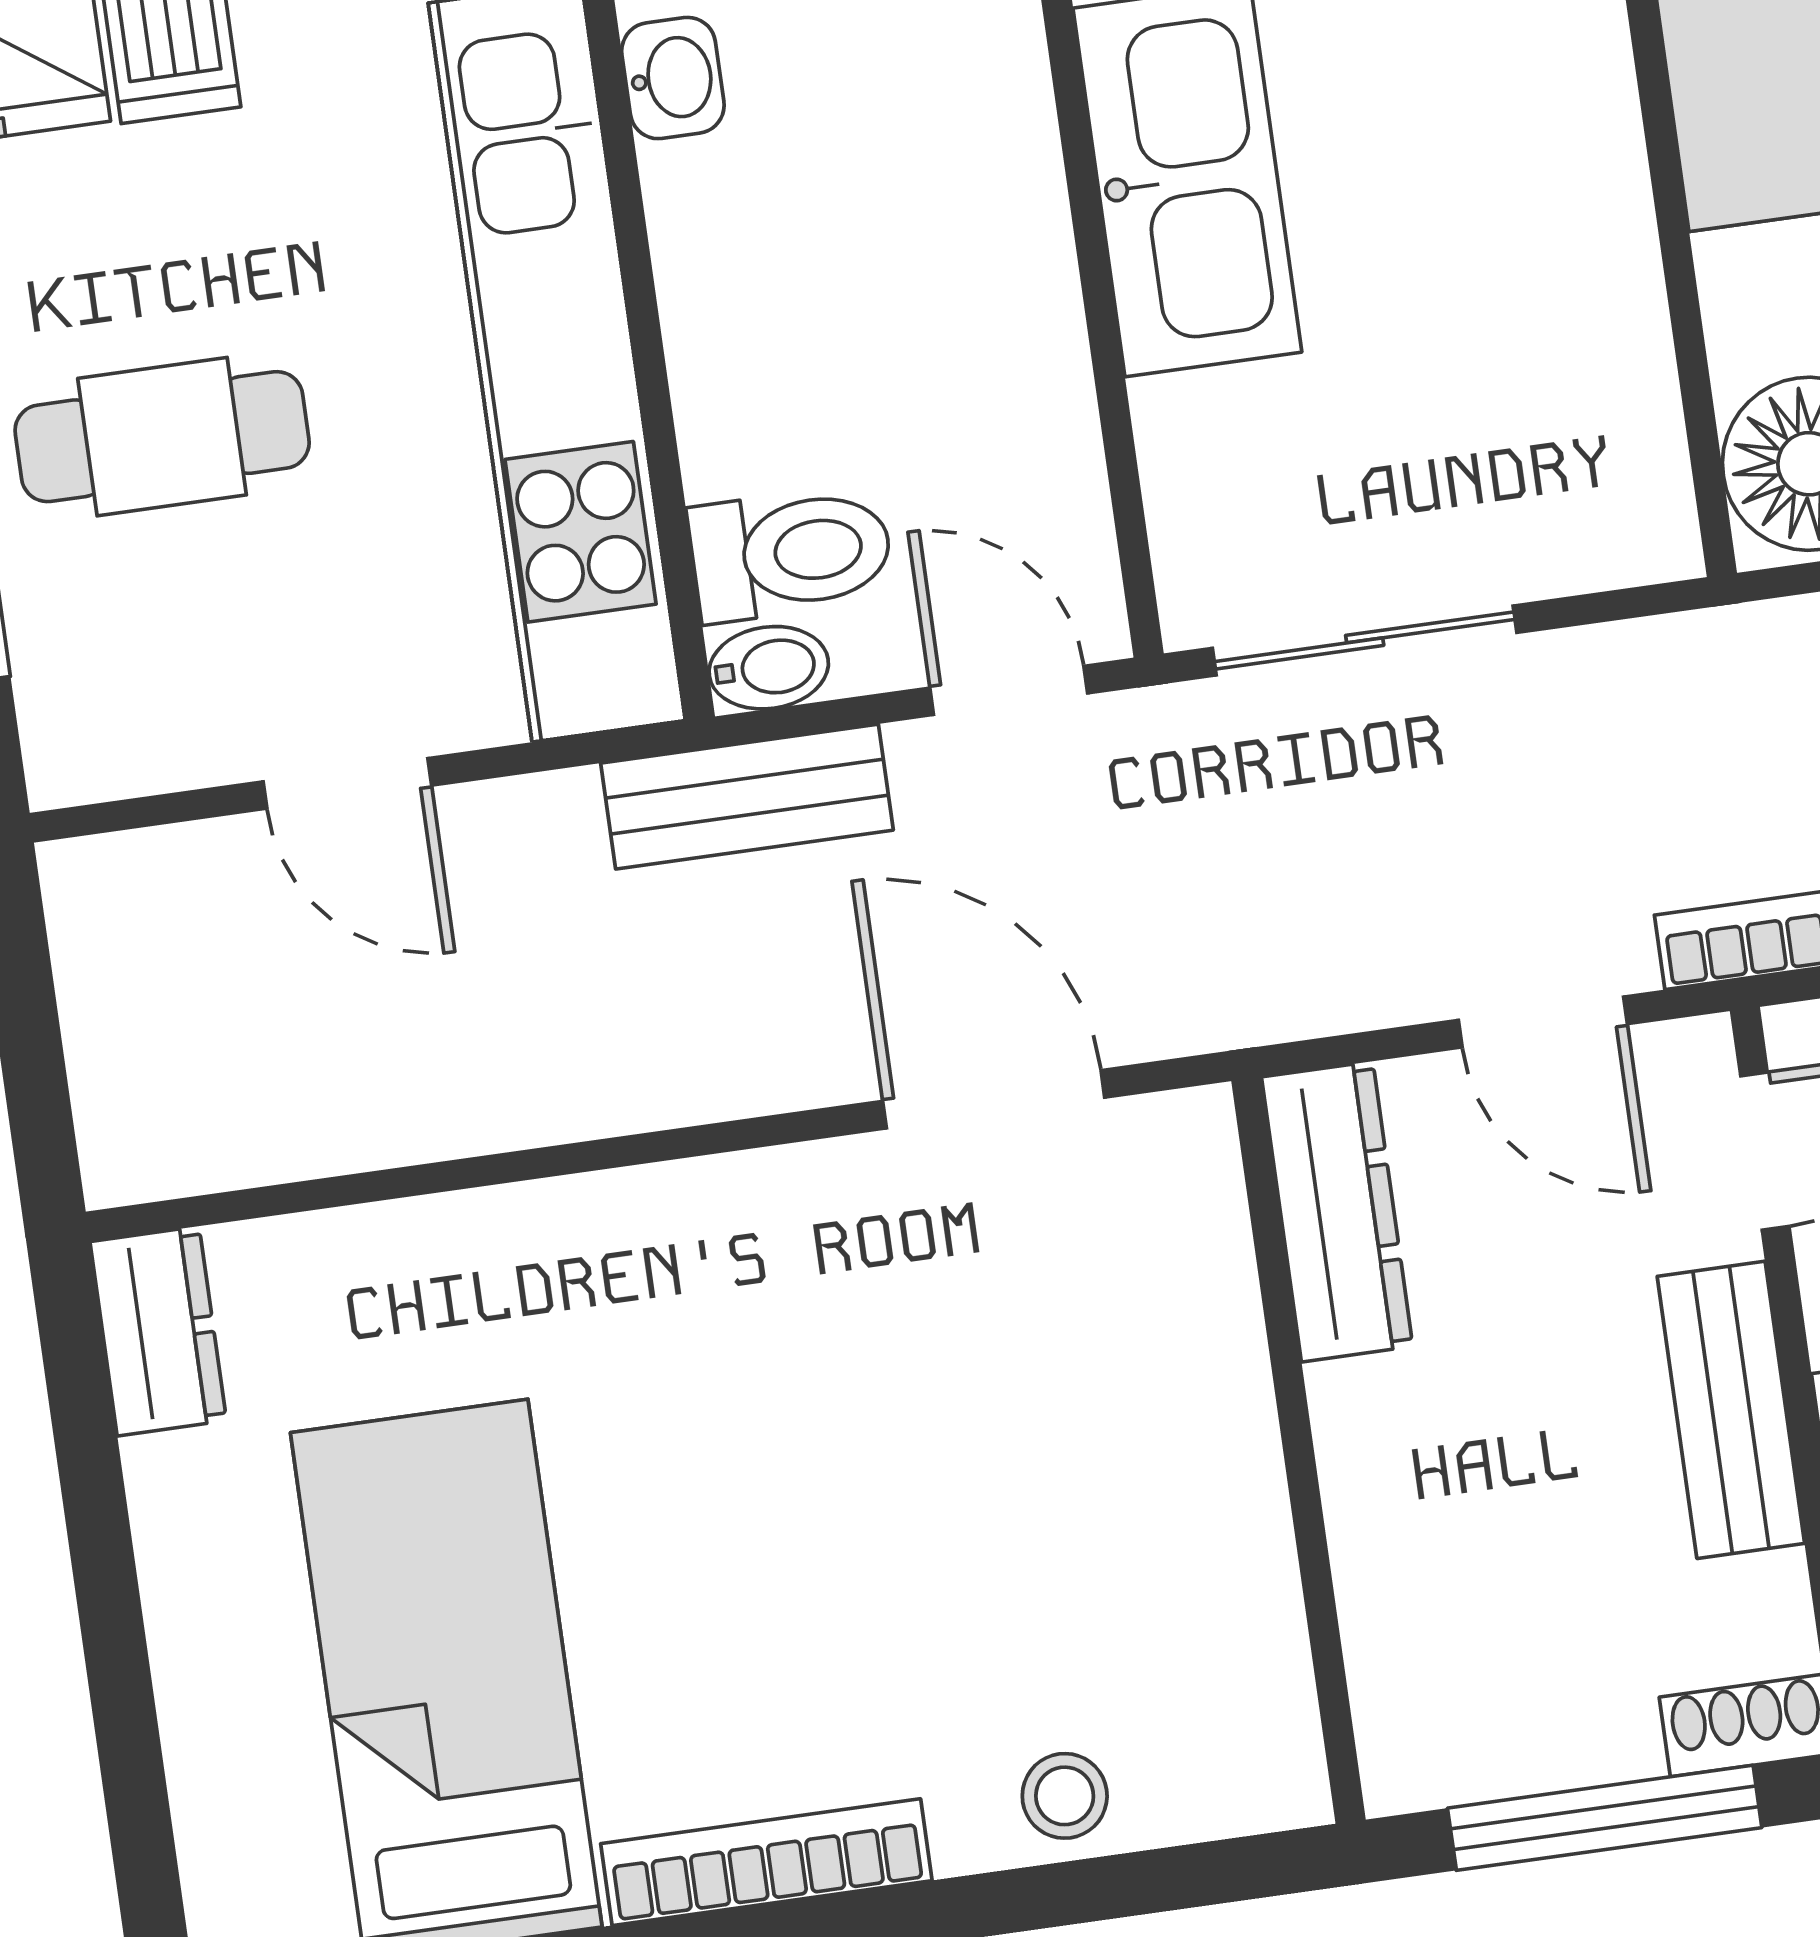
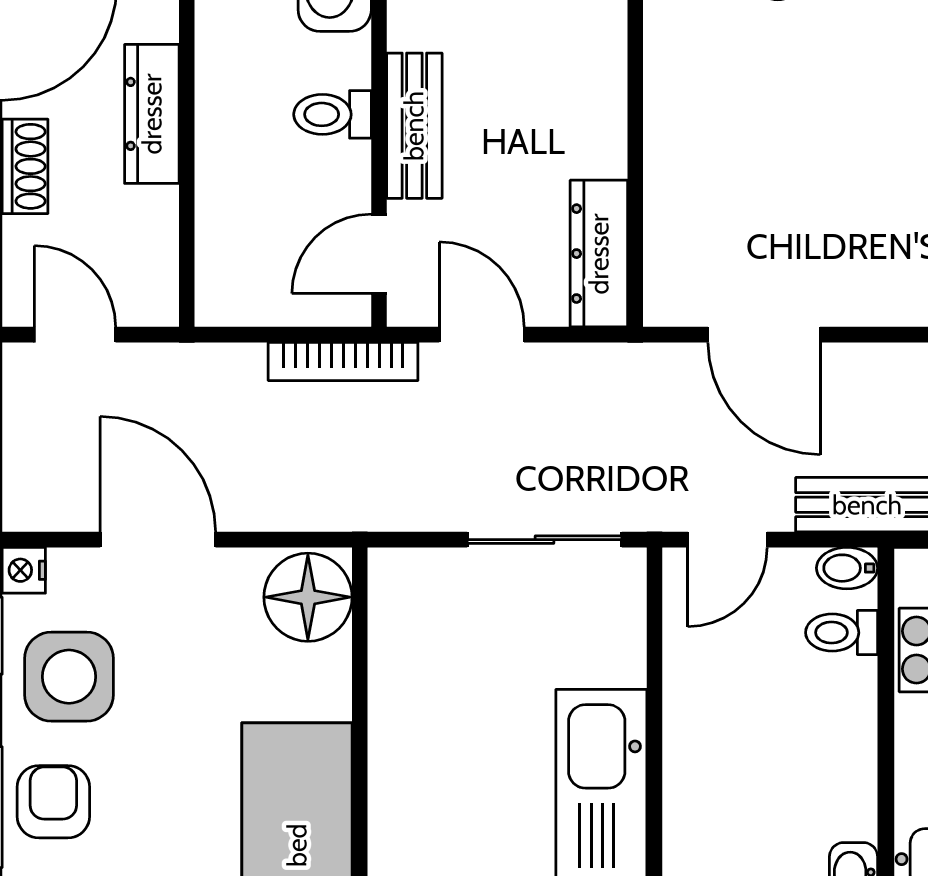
toilet: (791, 553) -> (842, 633), width x0.73, depth x0.72
door: (1009, 690) -> (728, 540), hinge flipped

